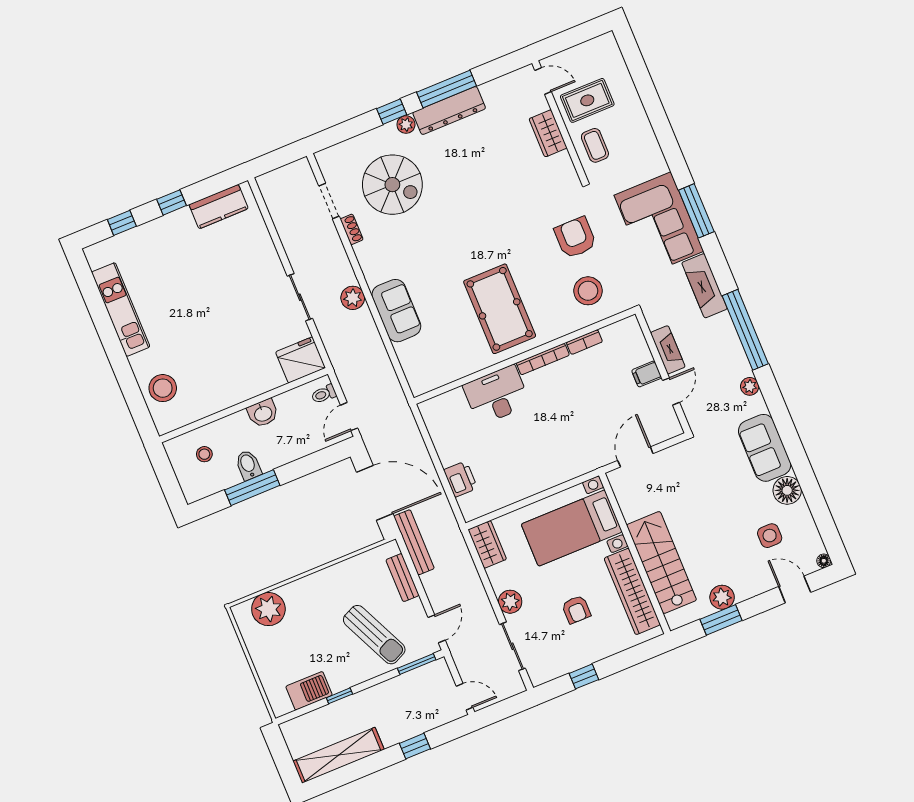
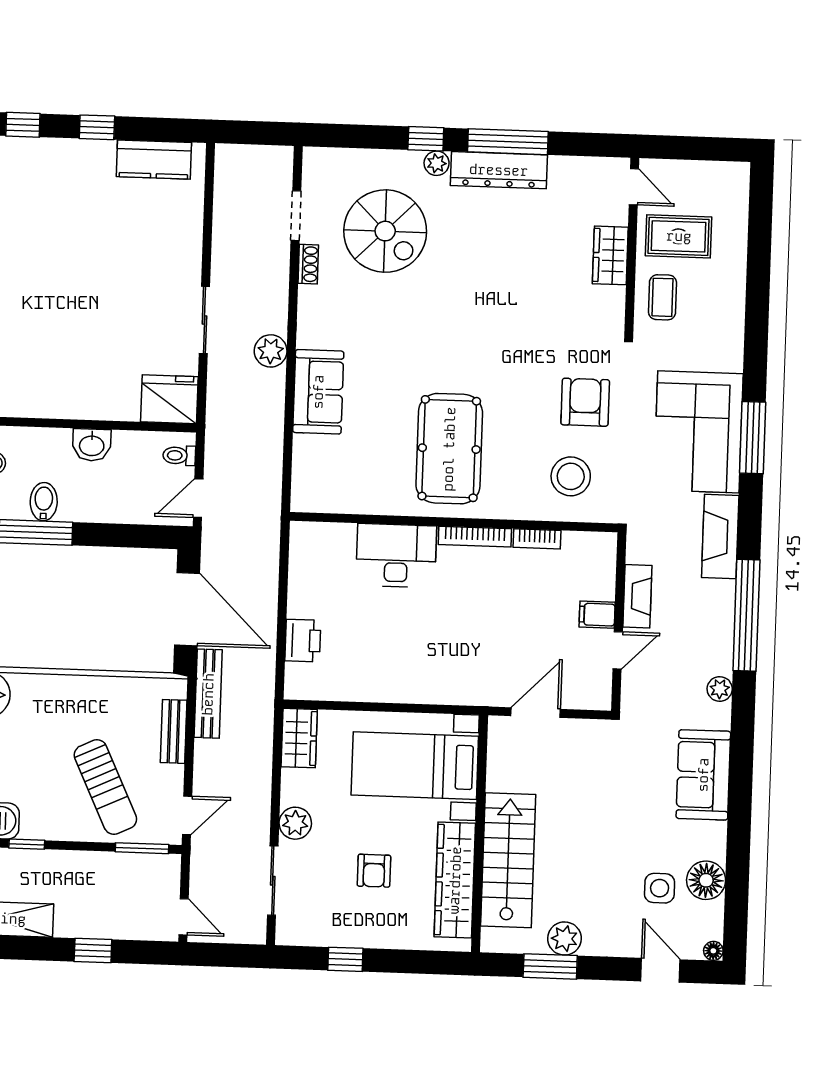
floor lamp: (787, 490) -> (706, 880), moved

